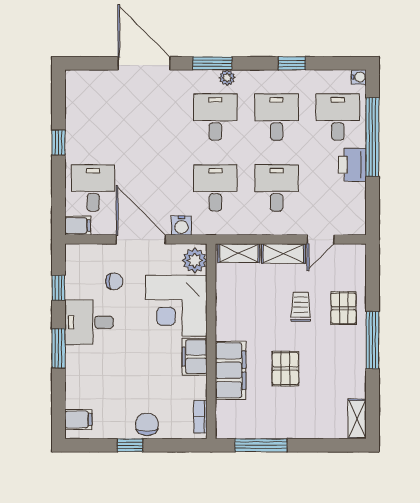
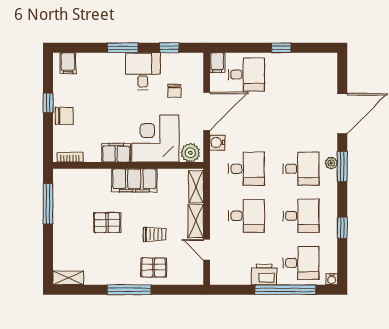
plant: (227, 78) -> (331, 163), moved
filing cabinet: (231, 370) -> (134, 180), moved

